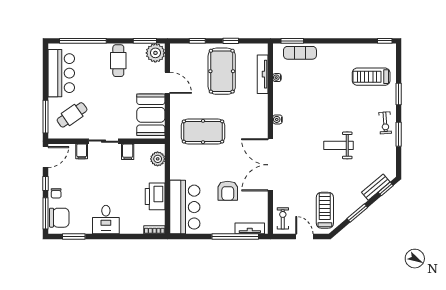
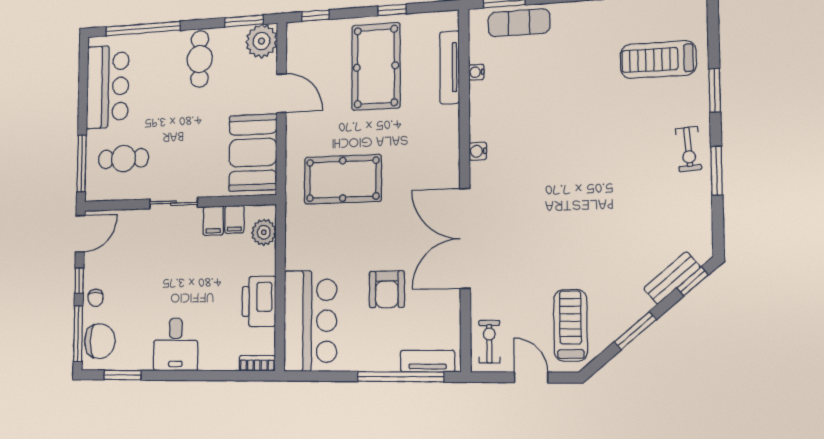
window: (197, 41) -> (315, 16), moved
cafe table: (72, 115) -> (123, 159), turned 35
weight bench: (338, 145) -> (596, 197), removed
filing cabinet: (82, 151) -> (234, 219), moved

